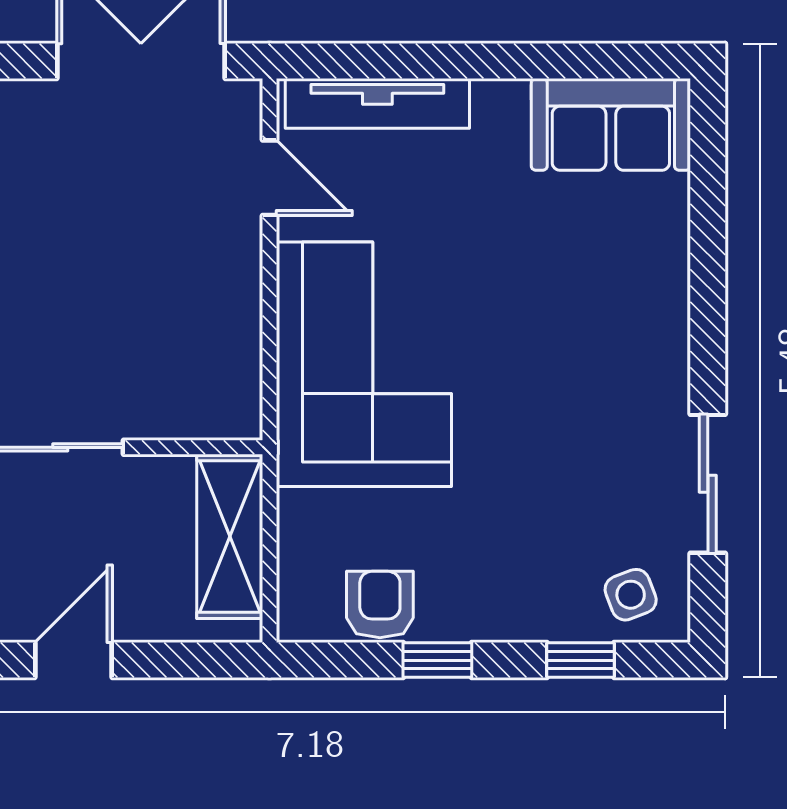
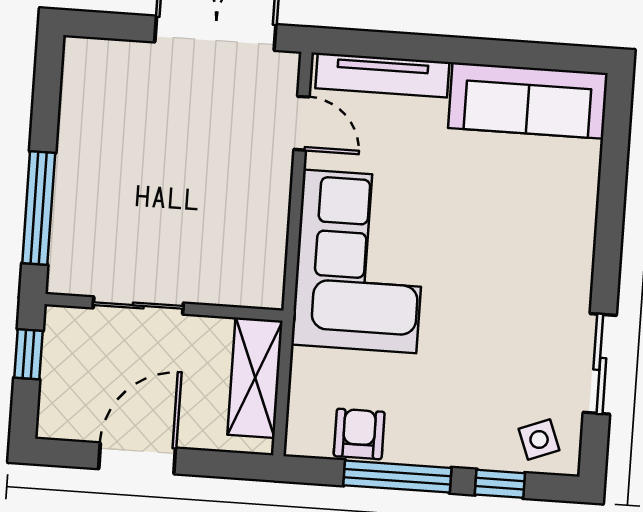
sofa: (611, 124) -> (528, 101), width x1.36
door: (73, 660) -> (137, 458), width x1.38
window: (437, 660) -> (397, 477), width x2.17

